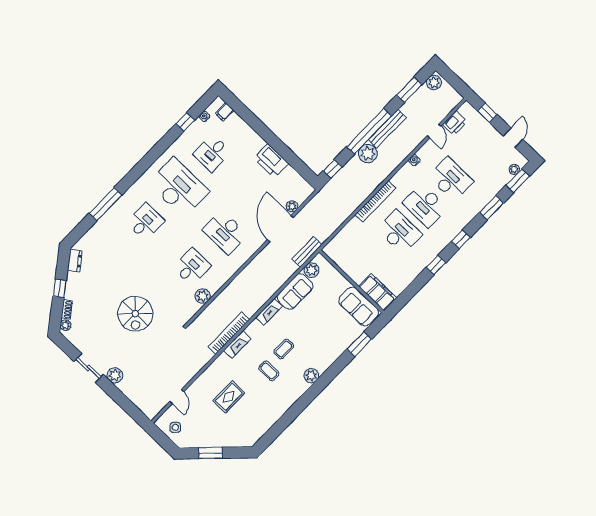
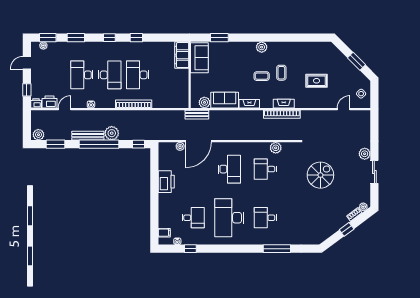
printer: (466, 109) -> (36, 103), added
dresser: (75, 261) -> (323, 236), removed

